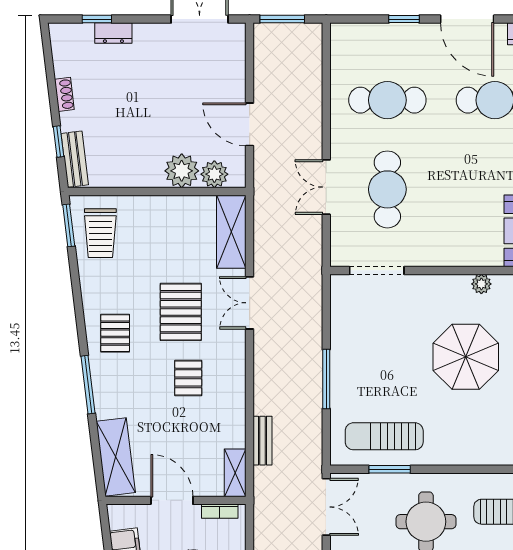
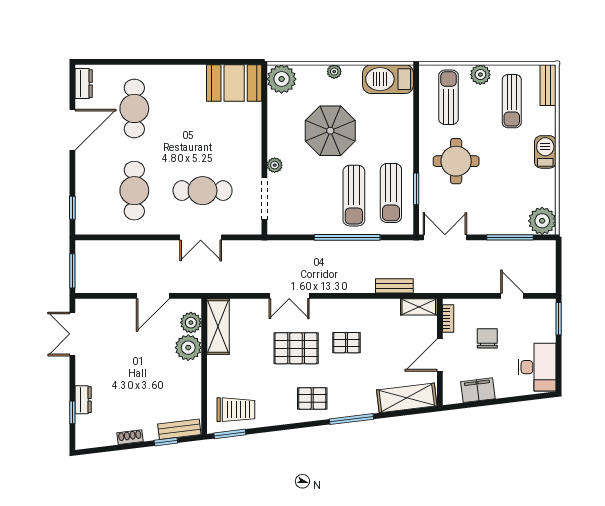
window: (404, 19) -> (72, 208), moved
shelving: (231, 232) -> (218, 326), moved, turned 90
plant: (481, 284) -> (275, 165), moved
window: (326, 379) -> (347, 237), width x1.46
sun lounger: (381, 388) -> (354, 196), added

